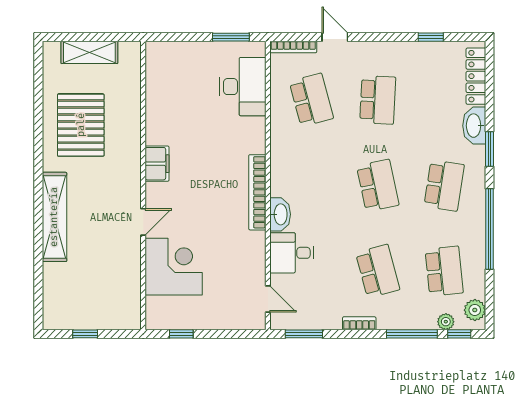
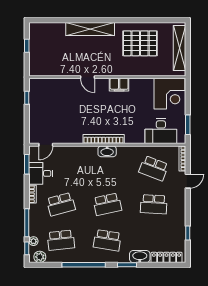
shelving: (89, 52) -> (179, 48), width x1.47
school desk: (311, 100) -> (154, 168), turned 36
washbasin: (280, 214) -> (107, 151), moved
desk: (292, 253) -> (41, 173), moved, turned -90
corner desk: (174, 267) -> (170, 94), moved

